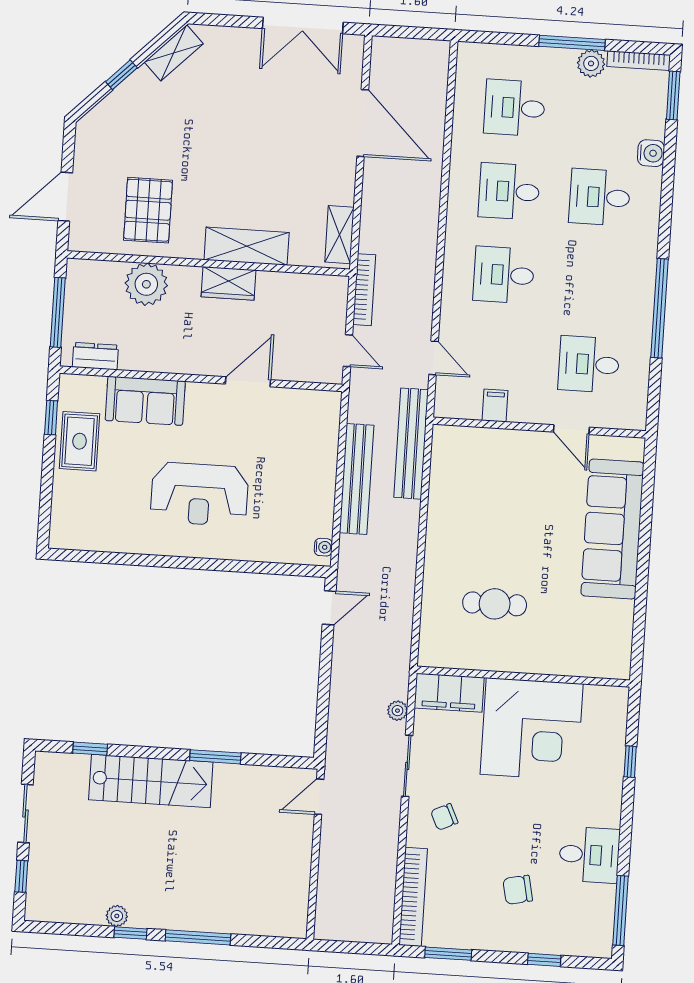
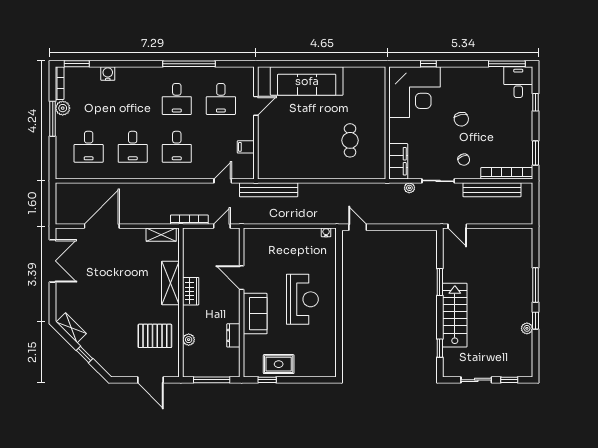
desk: (600, 197) -> (177, 99), moved
plant: (146, 284) -> (189, 340), width x0.53, depth x0.53
dresser: (95, 356) -> (233, 335), moved
sofa: (145, 401) -> (255, 314), moved
bench: (357, 479) -> (492, 190), moved
corner desk: (532, 729) -> (415, 92), moved, turned 90
desk: (589, 855) -> (518, 82), moved
chair: (518, 890) -> (461, 119), moved

